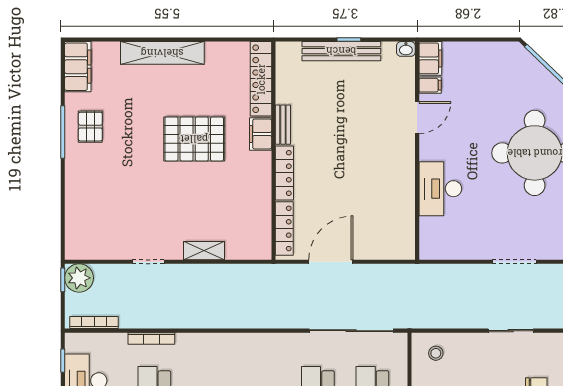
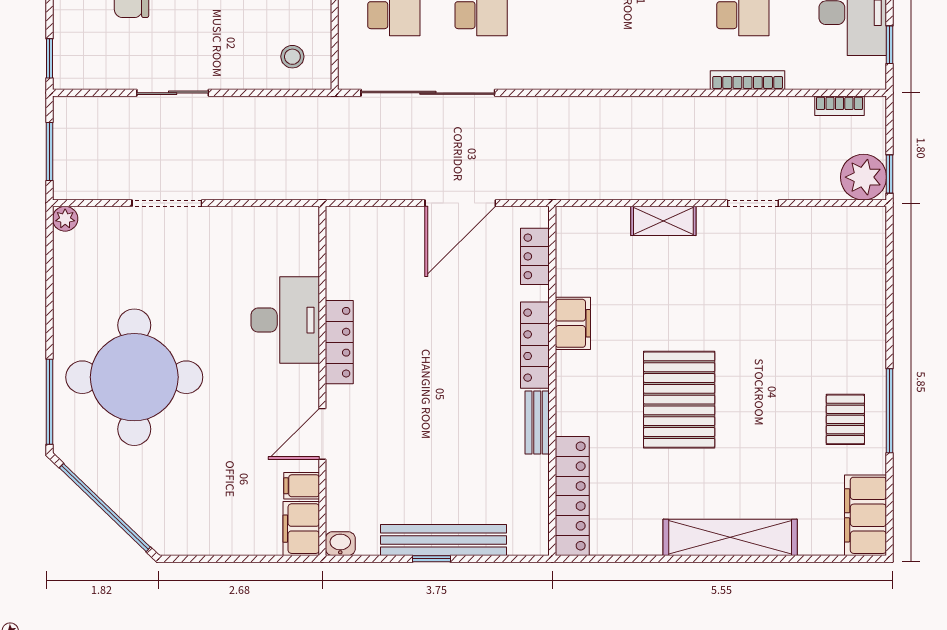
filing cabinet: (261, 134) -> (573, 323), moved
pallet: (194, 139) -> (679, 400), turned 90
locker: (407, 175) -> (339, 342), added
locker: (284, 228) -> (535, 256), width x0.66
bookcase: (94, 323) -> (839, 106), width x0.64

